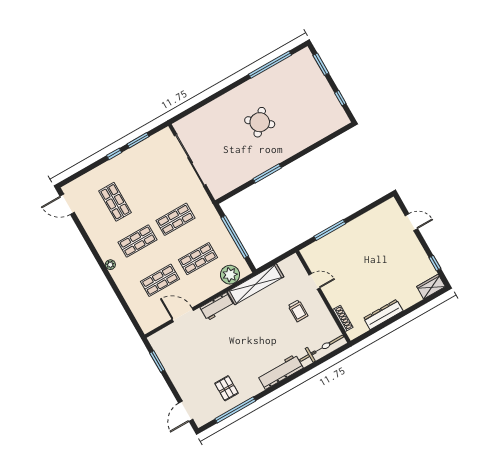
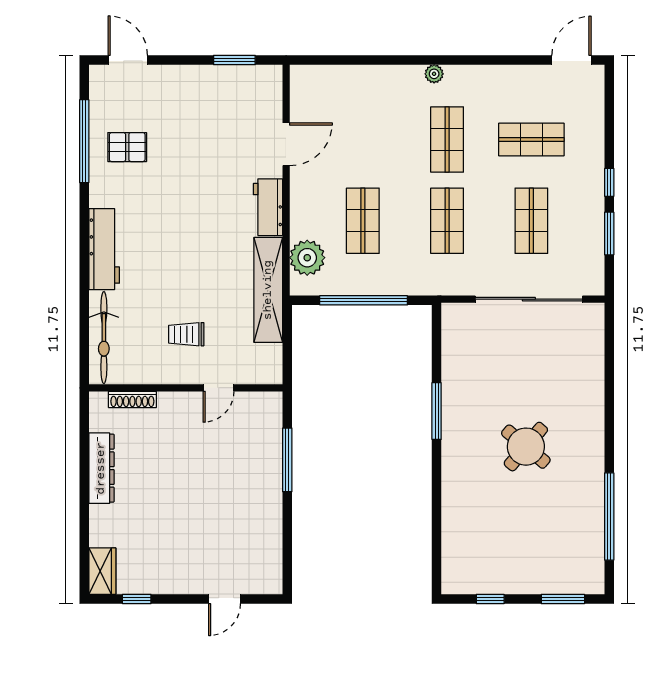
shop shelf: (160, 280) -> (531, 221), moved

